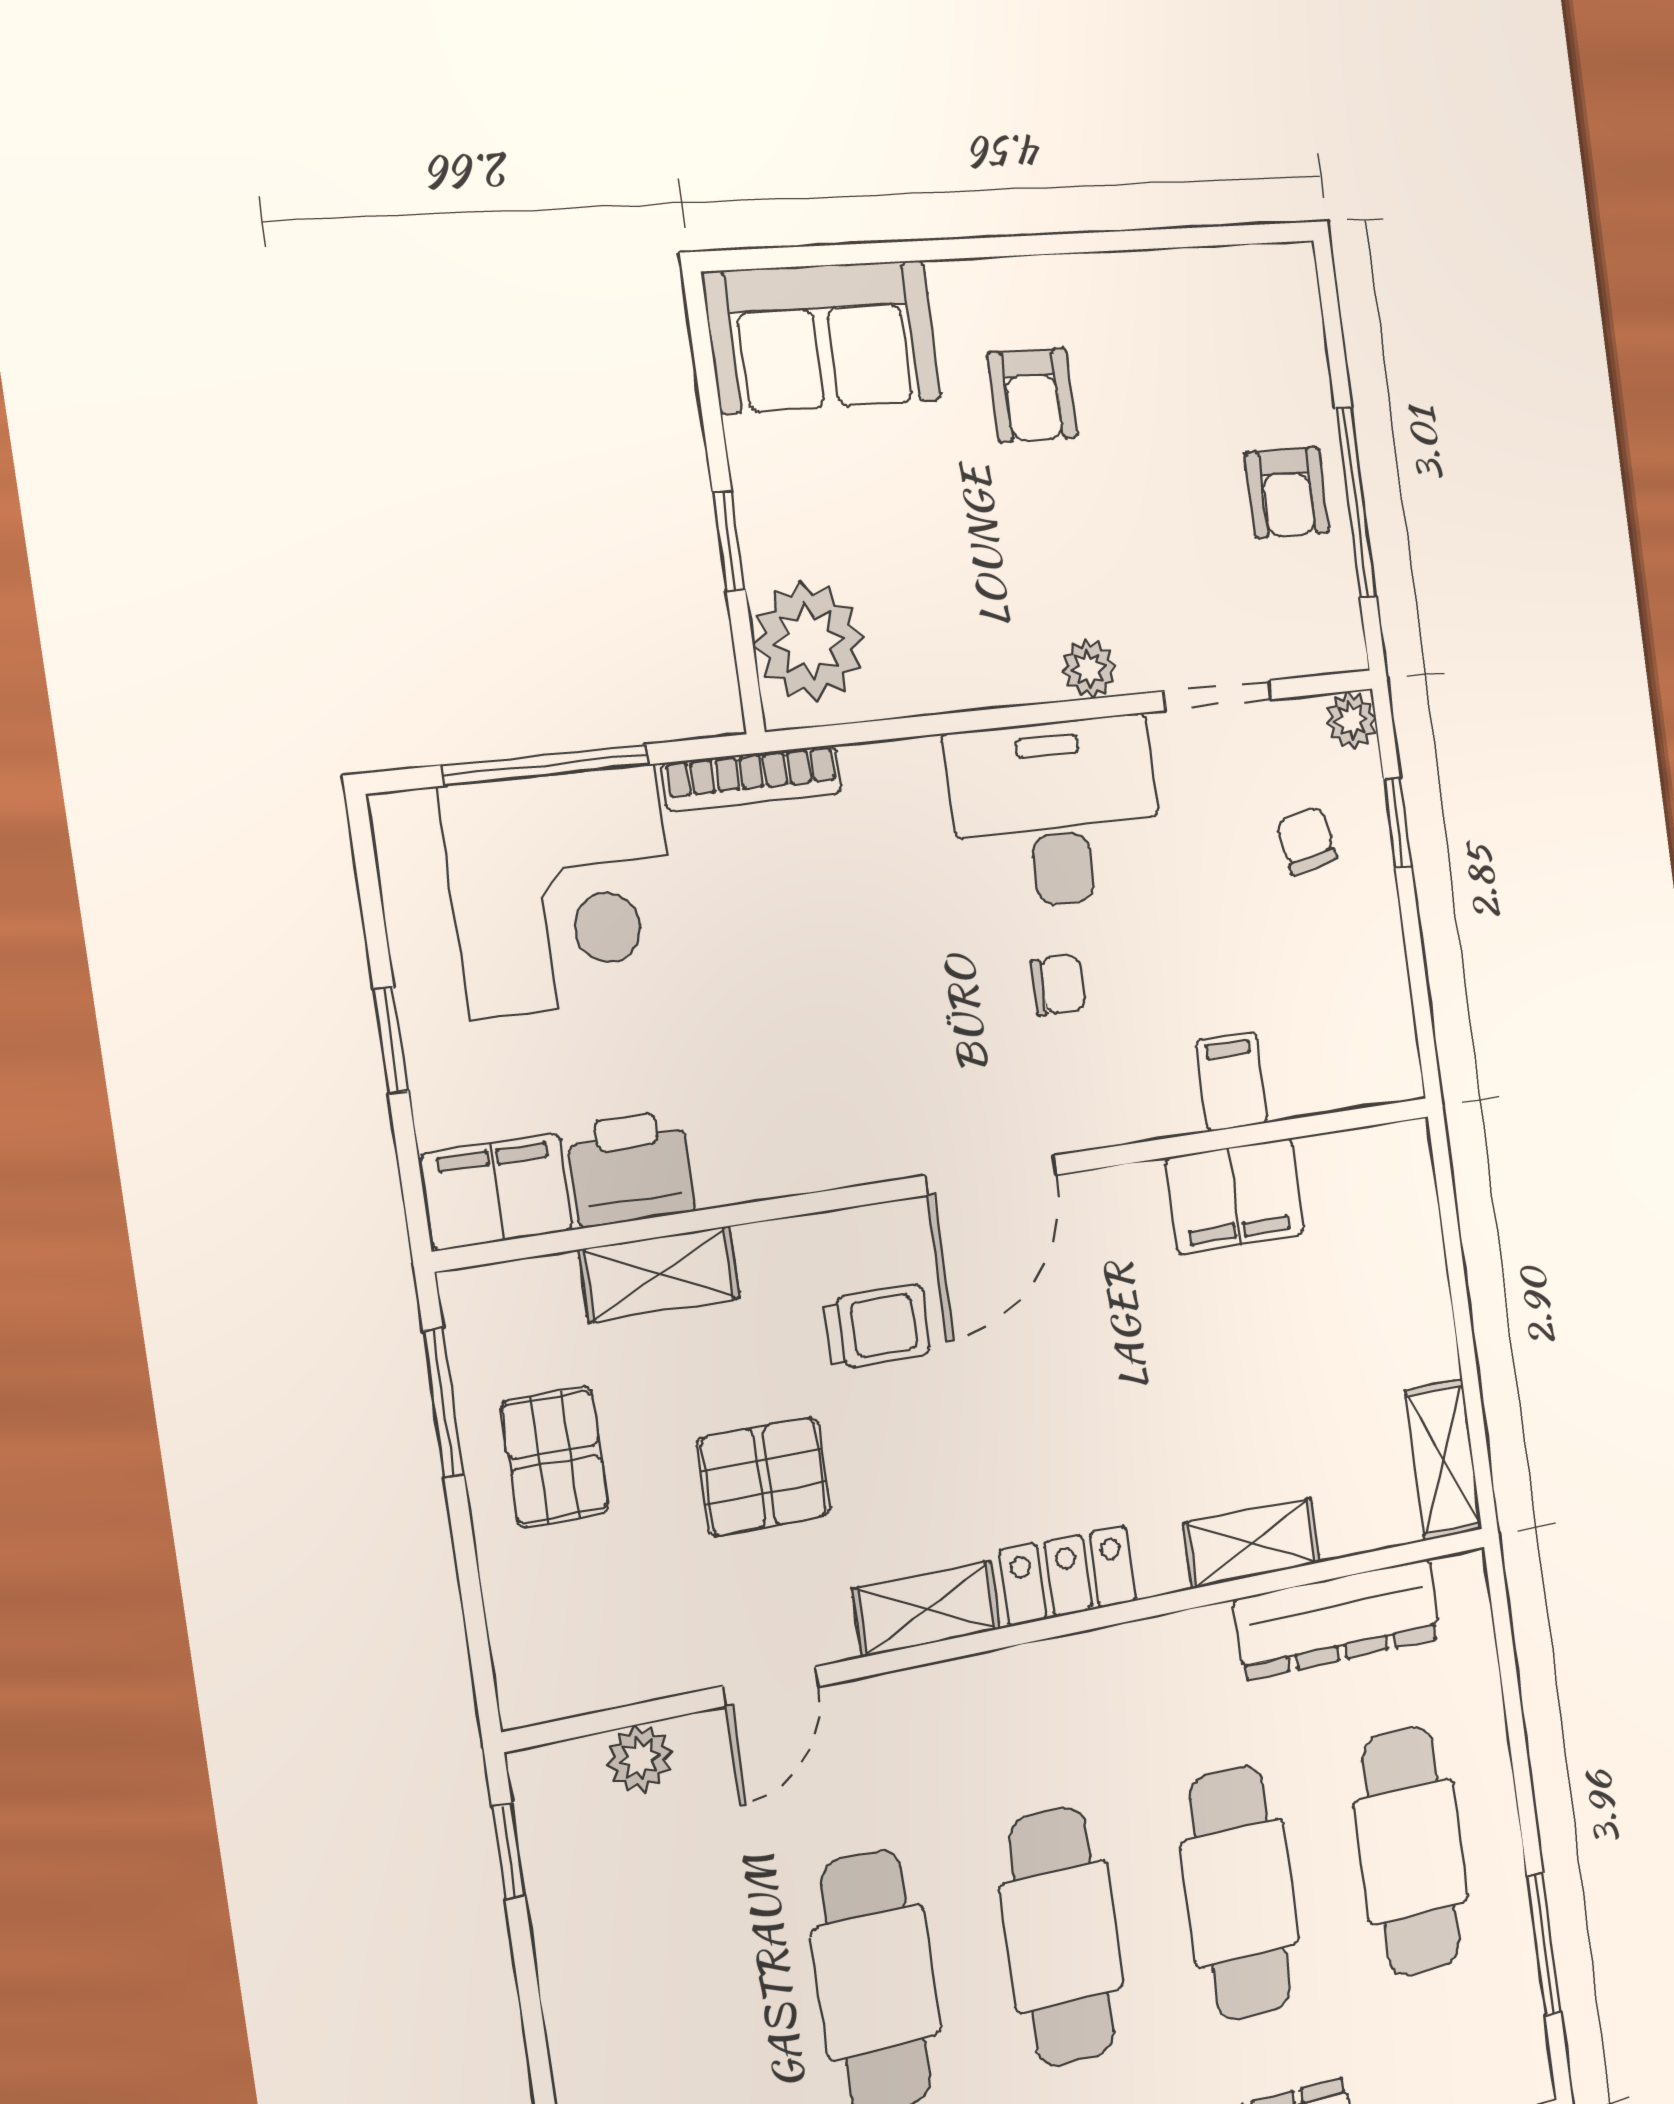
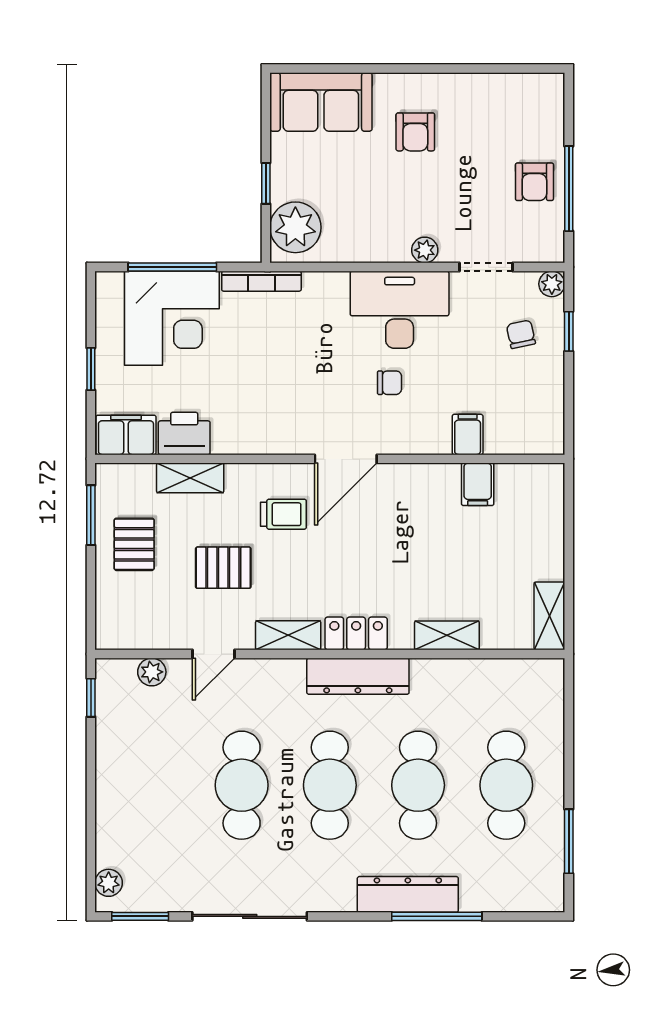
filing cabinet: (1235, 1196) -> (478, 484), width x0.50
dresser: (1337, 1619) -> (358, 676), moved

